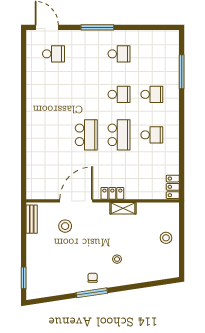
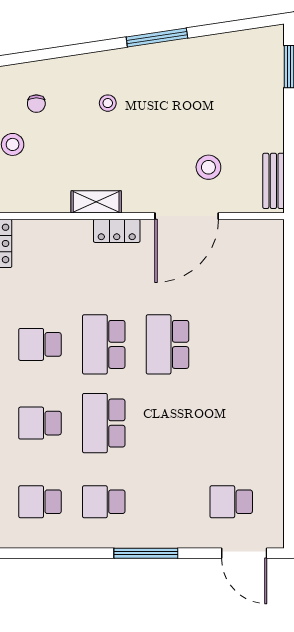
school desk: (152, 54) -> (40, 502), added
school desk: (119, 94) -> (104, 423), width x1.85
chair: (93, 278) -> (36, 104), moved

